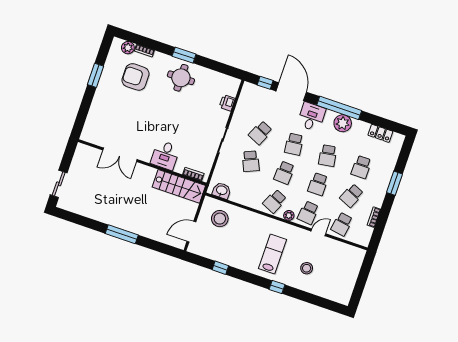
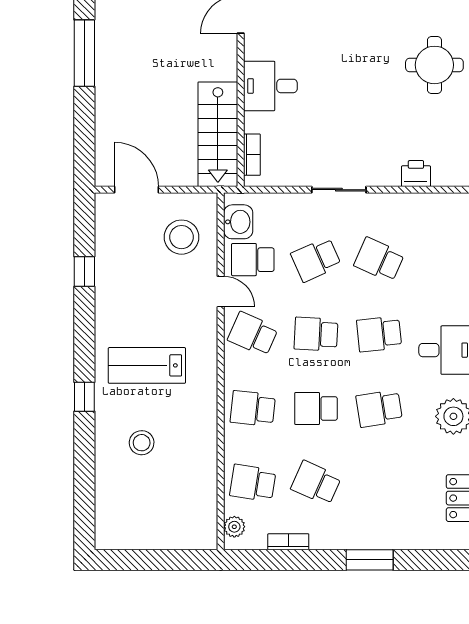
school desk: (361, 167) -> (253, 260), moved
plant: (289, 215) -> (234, 527), moved
door: (318, 232) -> (221, 292), moved
lab bench: (272, 254) -> (147, 365), turned 180

